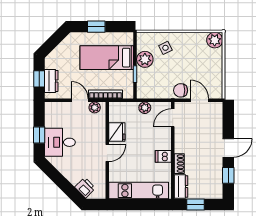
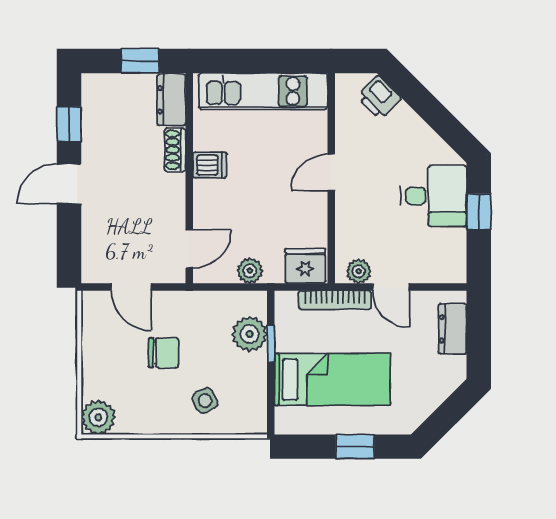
plant: (145, 59) -> (250, 334), moved
window: (39, 79) -> (479, 333), removed
chair: (181, 90) -> (164, 353), moved
fridge: (117, 132) -> (305, 266), moved, turned 90

